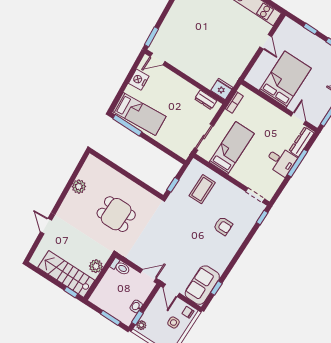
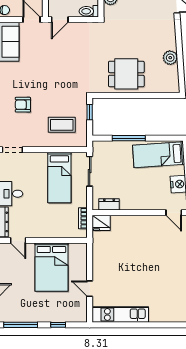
door: (158, 59) -> (174, 213), swing flipped
window: (127, 125) -> (129, 138), moved
coffee table: (202, 189) -> (62, 125), turned 90
dining table: (116, 214) -> (126, 74), moved

